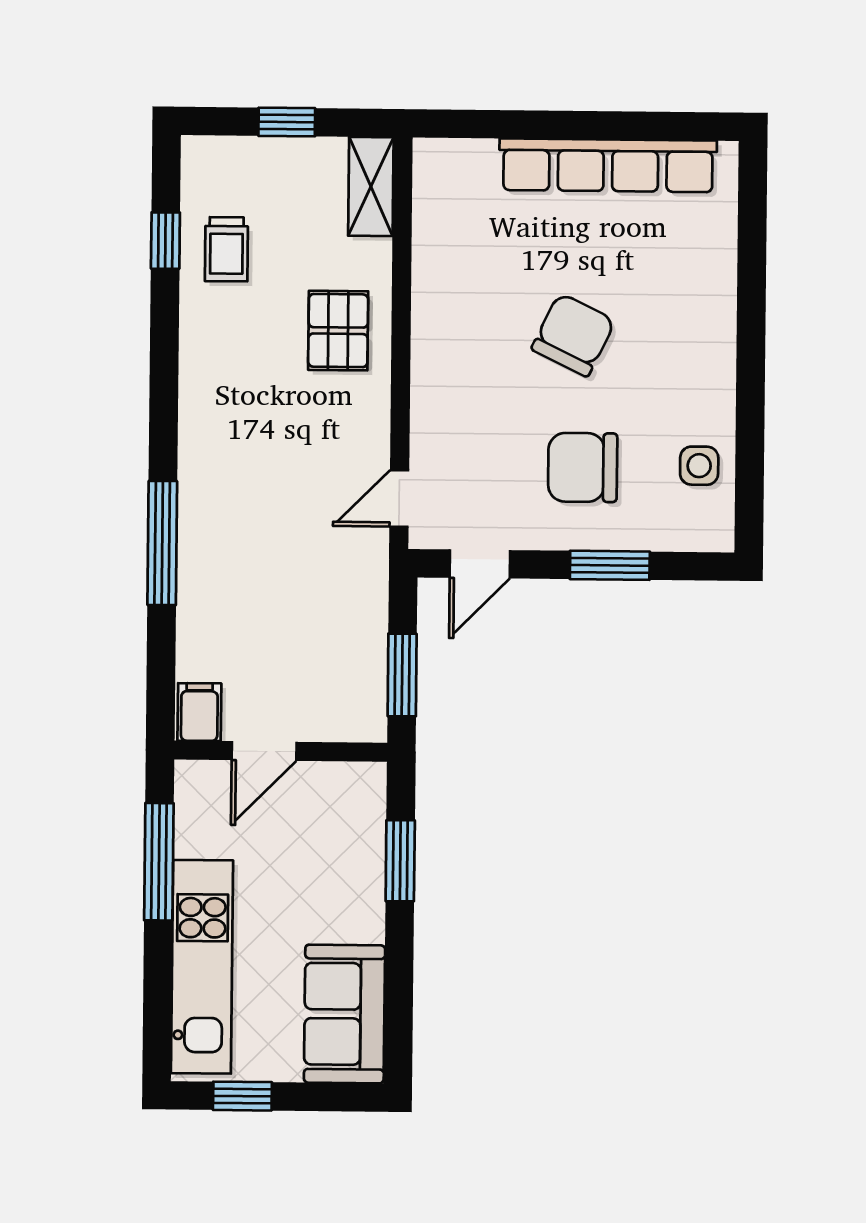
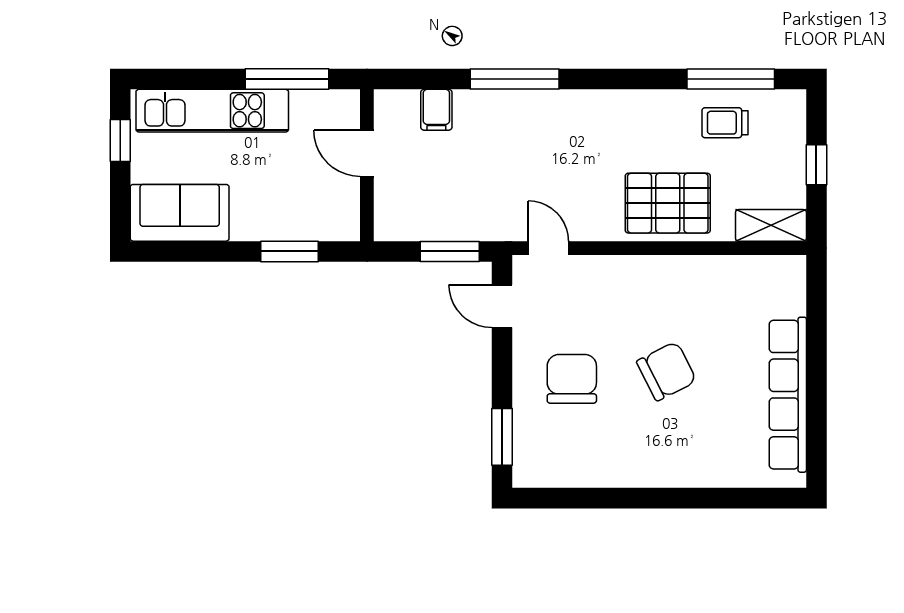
window: (165, 241) -> (731, 79), width x2.17
pallet: (338, 331) -> (668, 203), width x1.50, depth x1.42
chair: (573, 335) -> (667, 371), turned -53
side table: (699, 466) -> (574, 462), removed
window: (610, 565) -> (502, 437), moved
window: (402, 675) -> (450, 251), moved
filing cabinet: (199, 712) -> (436, 110), moved, turned 90

